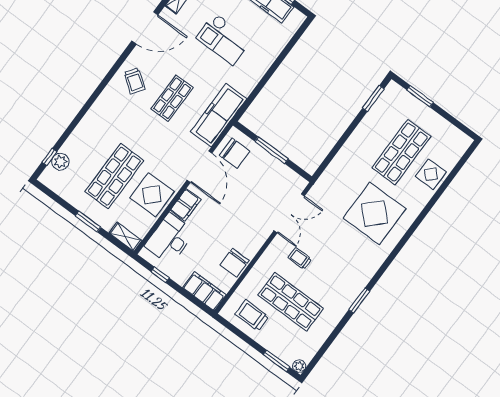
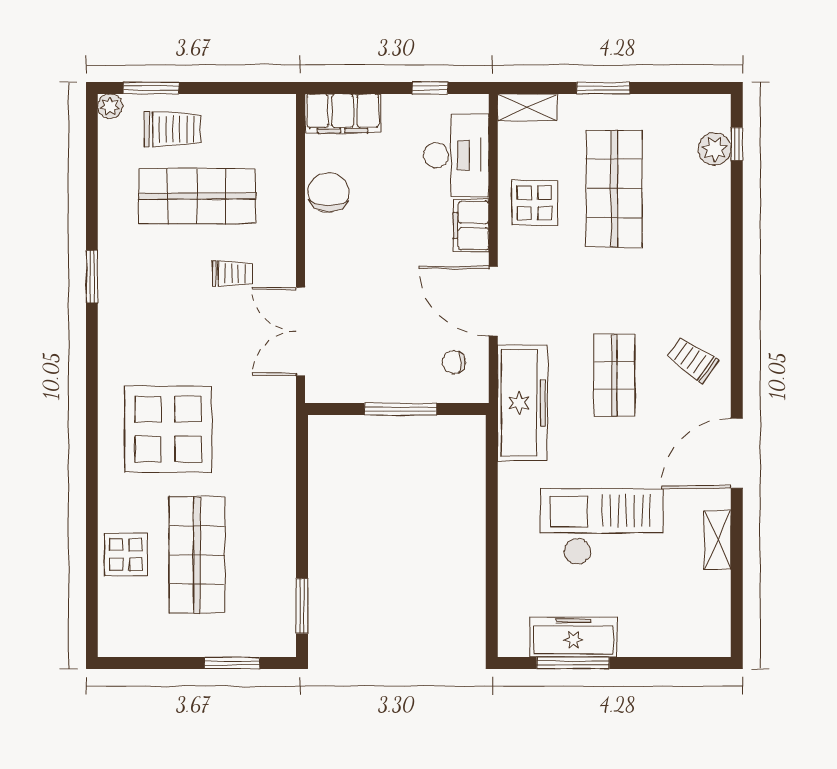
checkout: (224, 39) -> (602, 527), width x1.36, depth x1.21
chair: (235, 153) -> (454, 362), width x0.54, depth x0.54
display table: (152, 195) -> (534, 203), width x0.73, depth x0.73
trolley: (252, 315) -> (173, 129), moved

